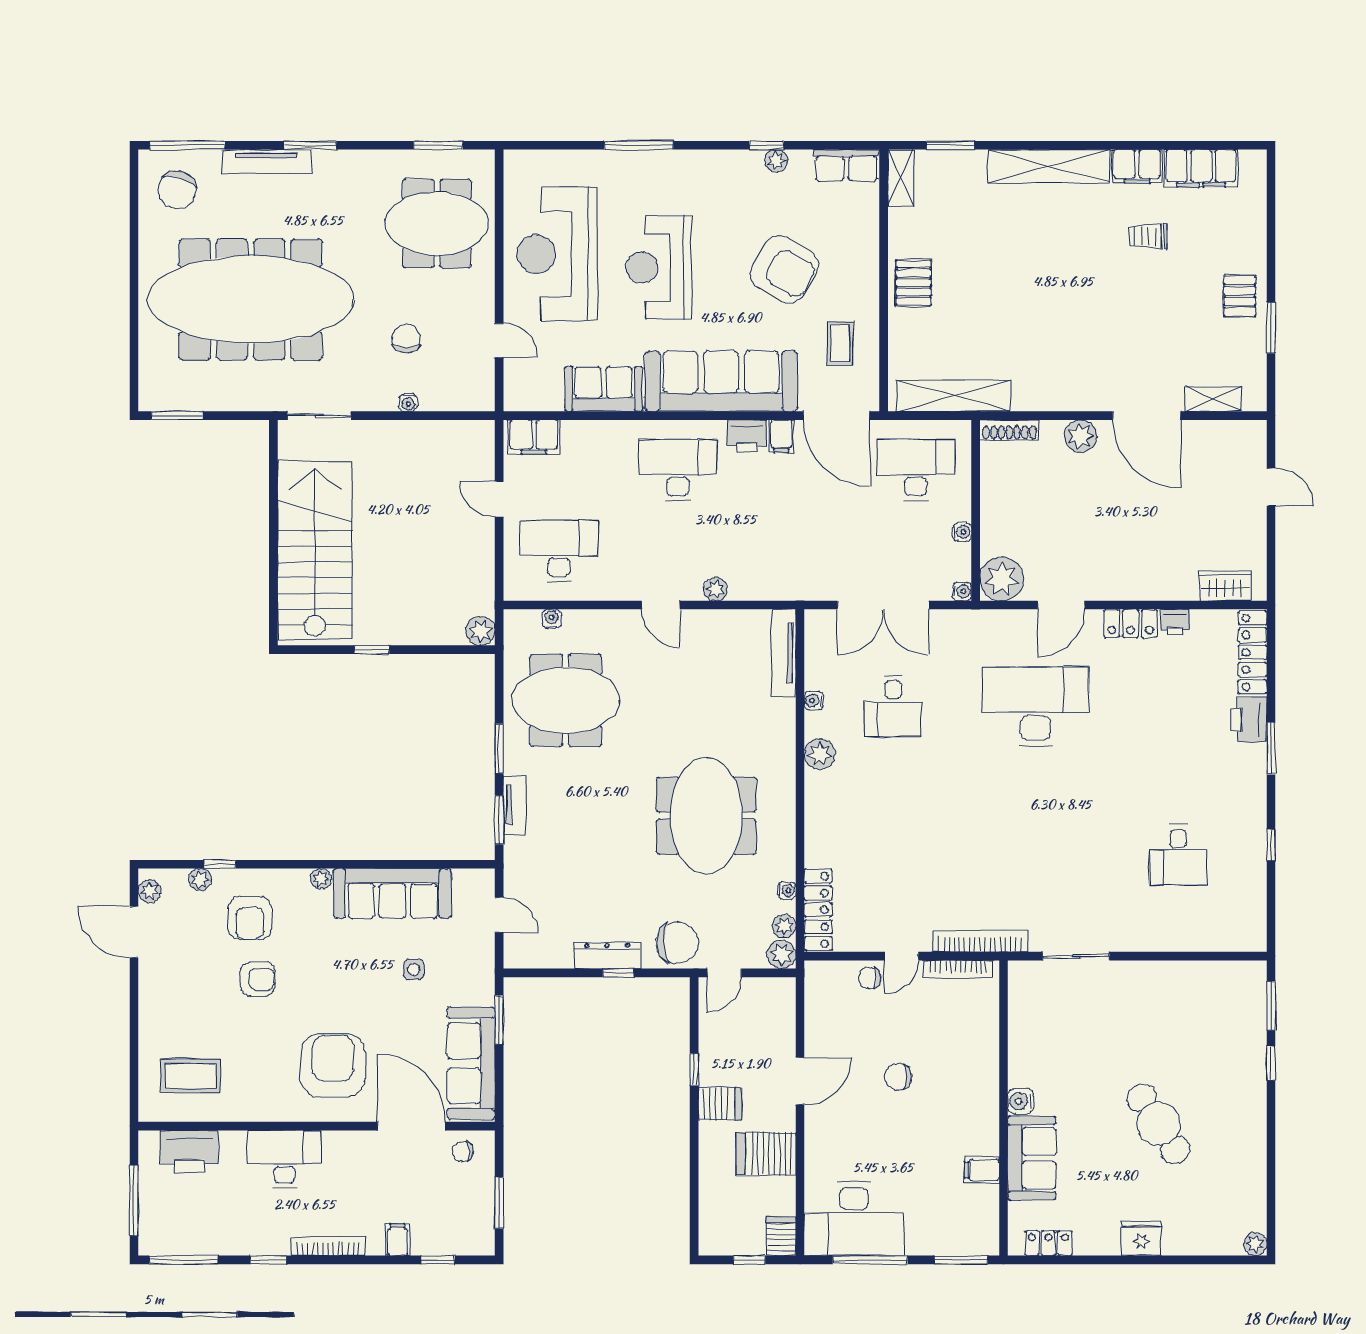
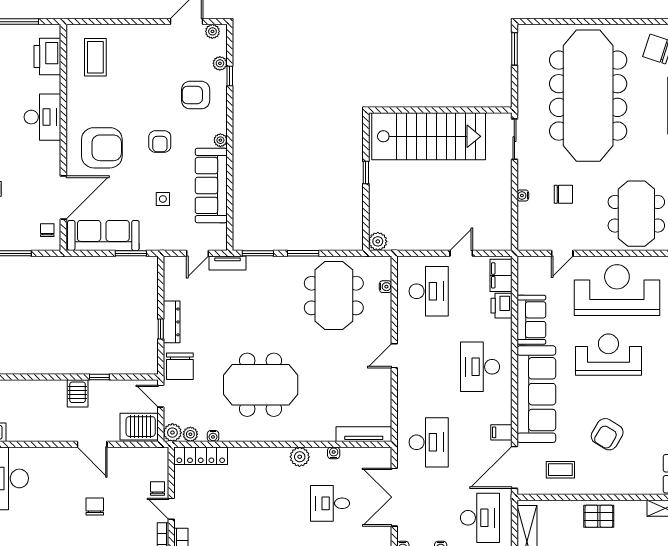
armchair: (784, 270) -> (607, 434), width x0.73, depth x0.73
printer: (747, 436) -> (501, 306), moved
desk: (678, 470) -> (480, 367), turned 180
desk: (797, 551) -> (429, 442), added
plant: (715, 589) -> (404, 391), removed
tv unit: (514, 805) -> (228, 263), moved
armchair: (258, 979) -> (160, 141), moved
server rack: (766, 1154) -> (139, 427), moved, turned -90

